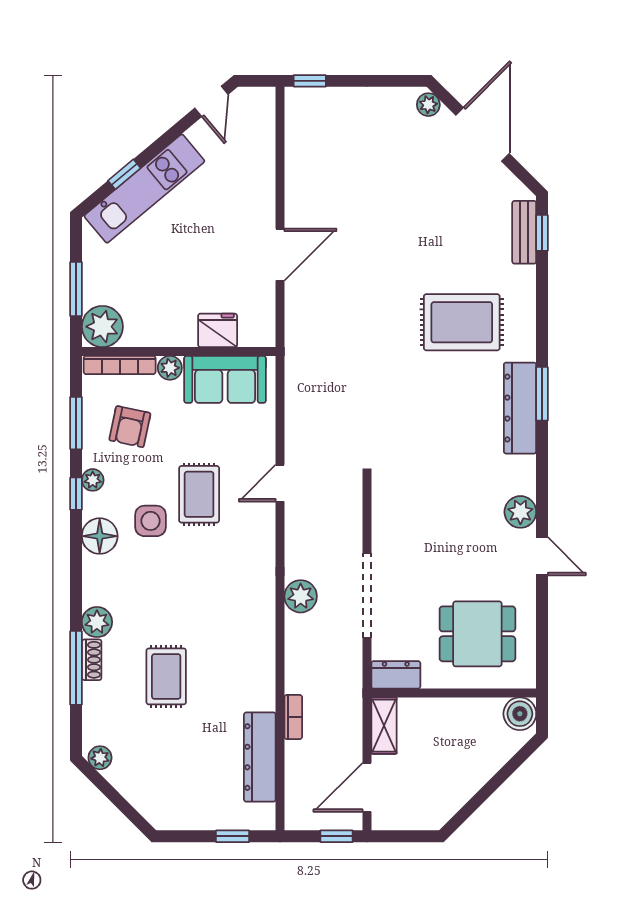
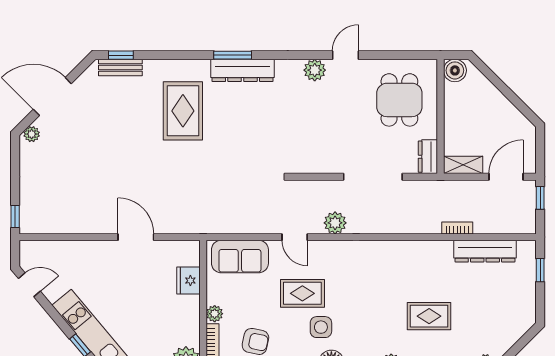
sofa: (225, 379) -> (240, 256), moved, turned 90
plant: (301, 596) -> (335, 223), moved
door: (367, 787) -> (506, 177), swing flipped

